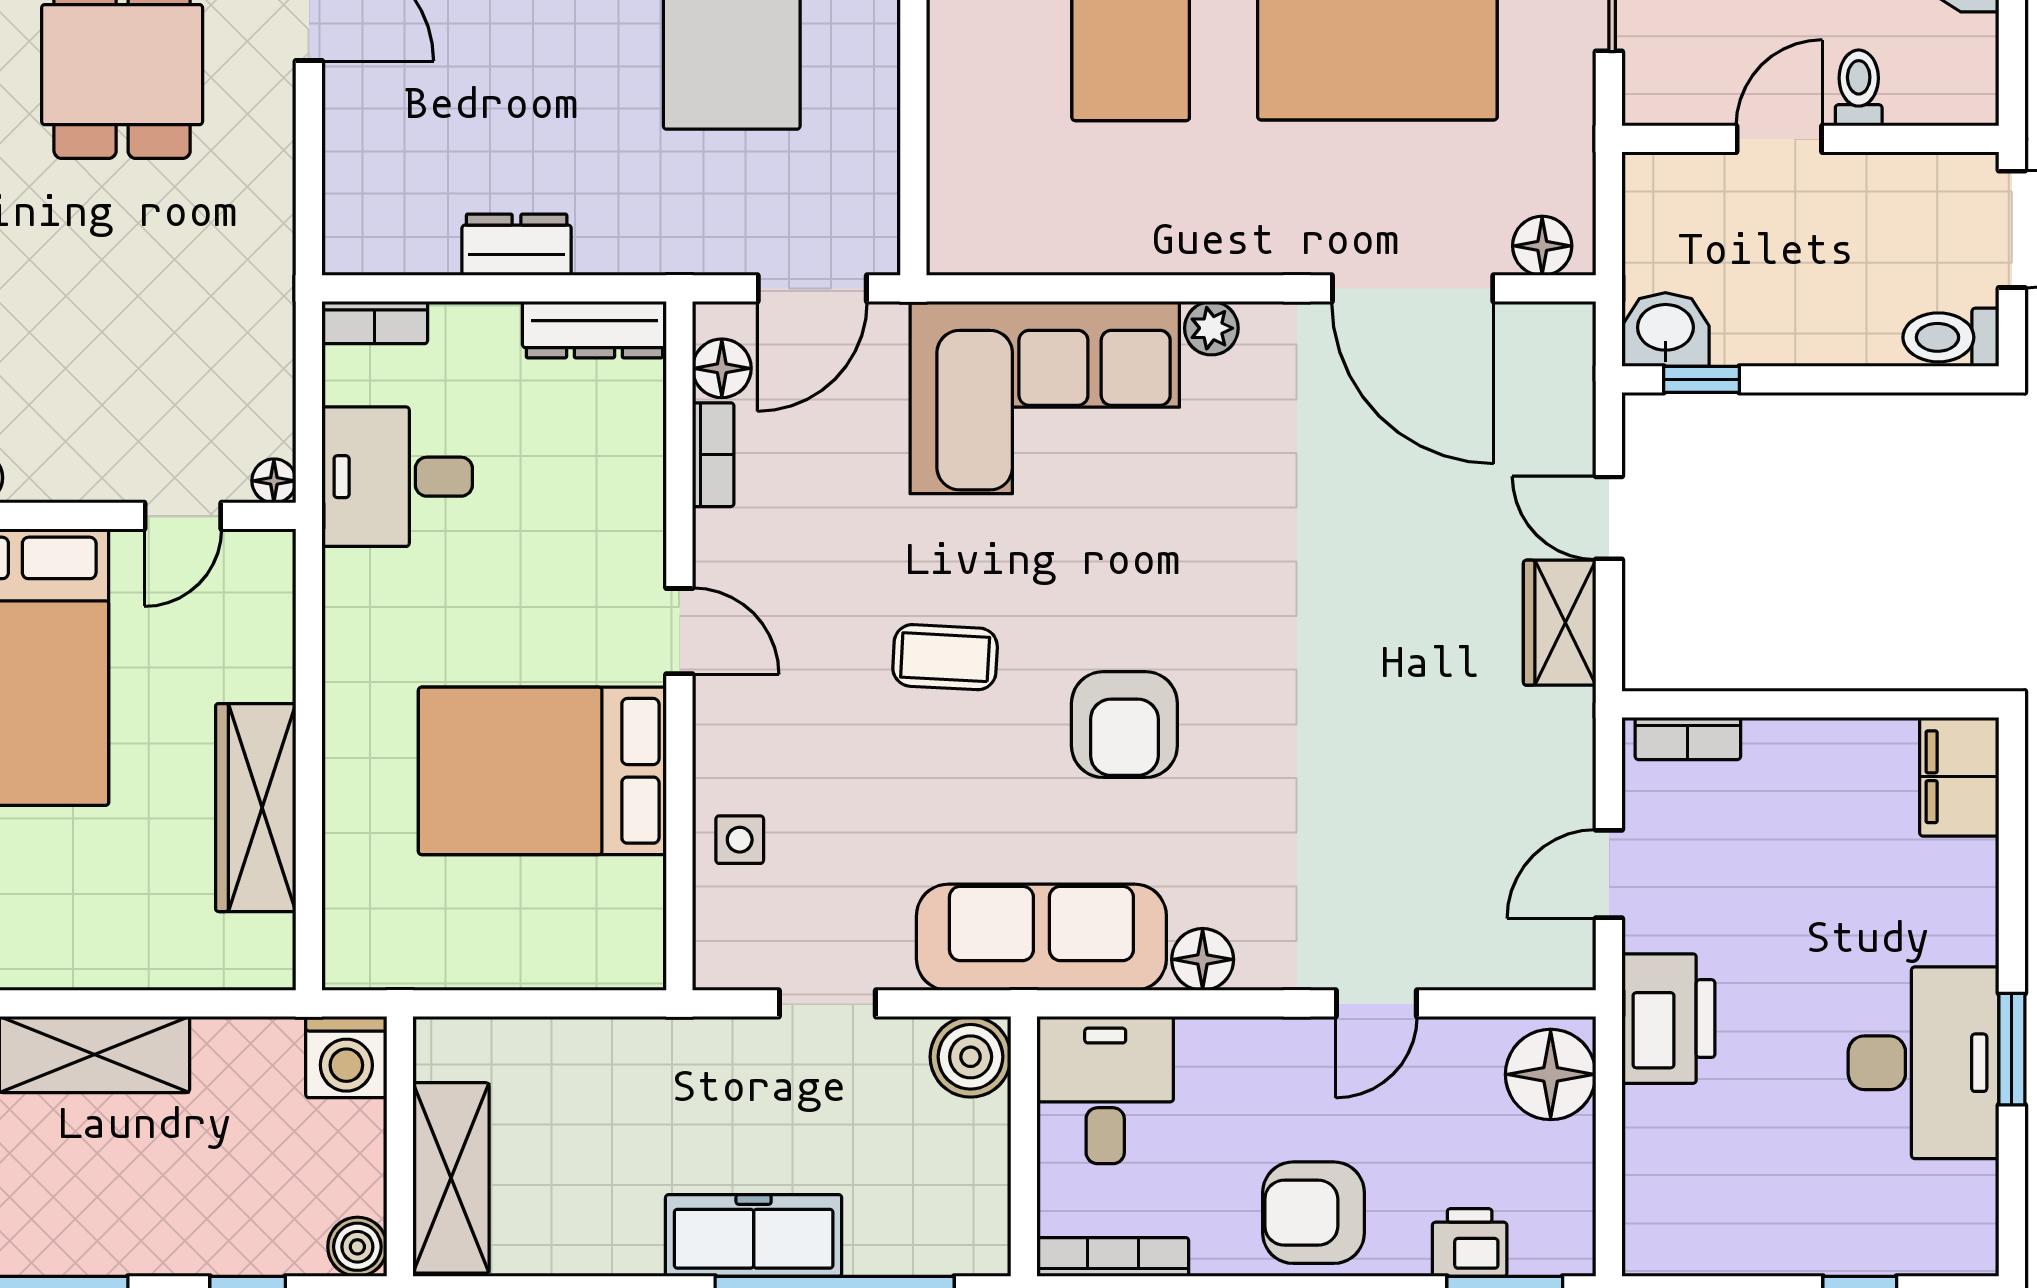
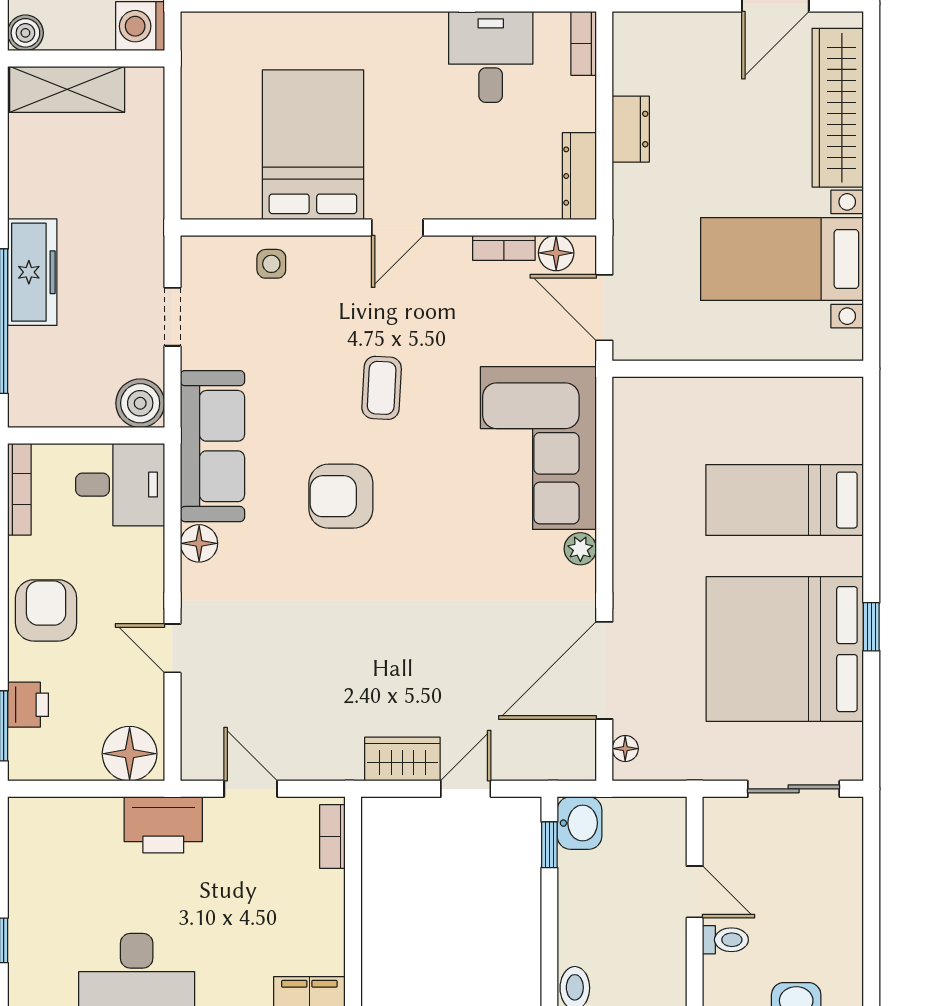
floor lamp: (1542, 246) -> (625, 749), width x0.73, depth x0.73

